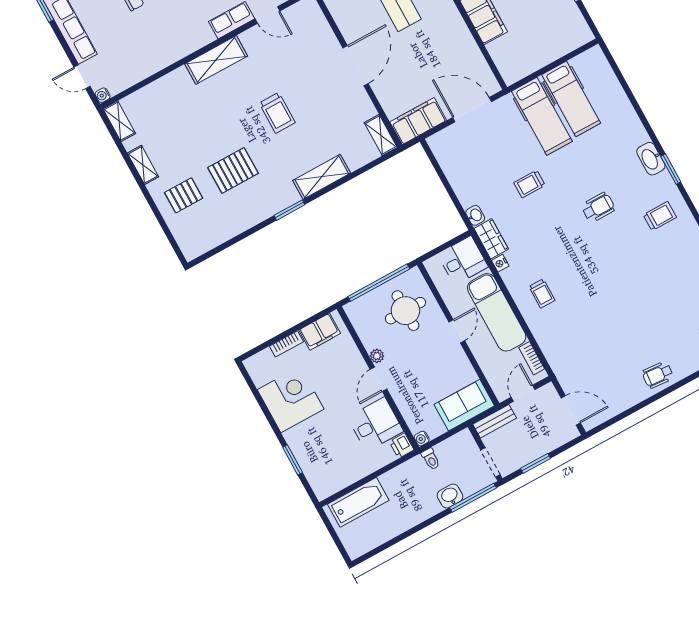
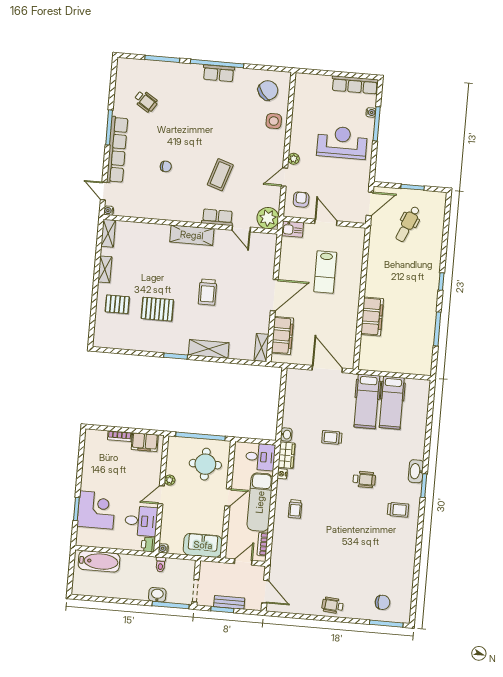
filing cabinet: (418, 121) -> (282, 336), moved, turned 90
corner desk: (291, 399) -> (96, 510), moved
bench: (495, 421) -> (229, 602), moved

